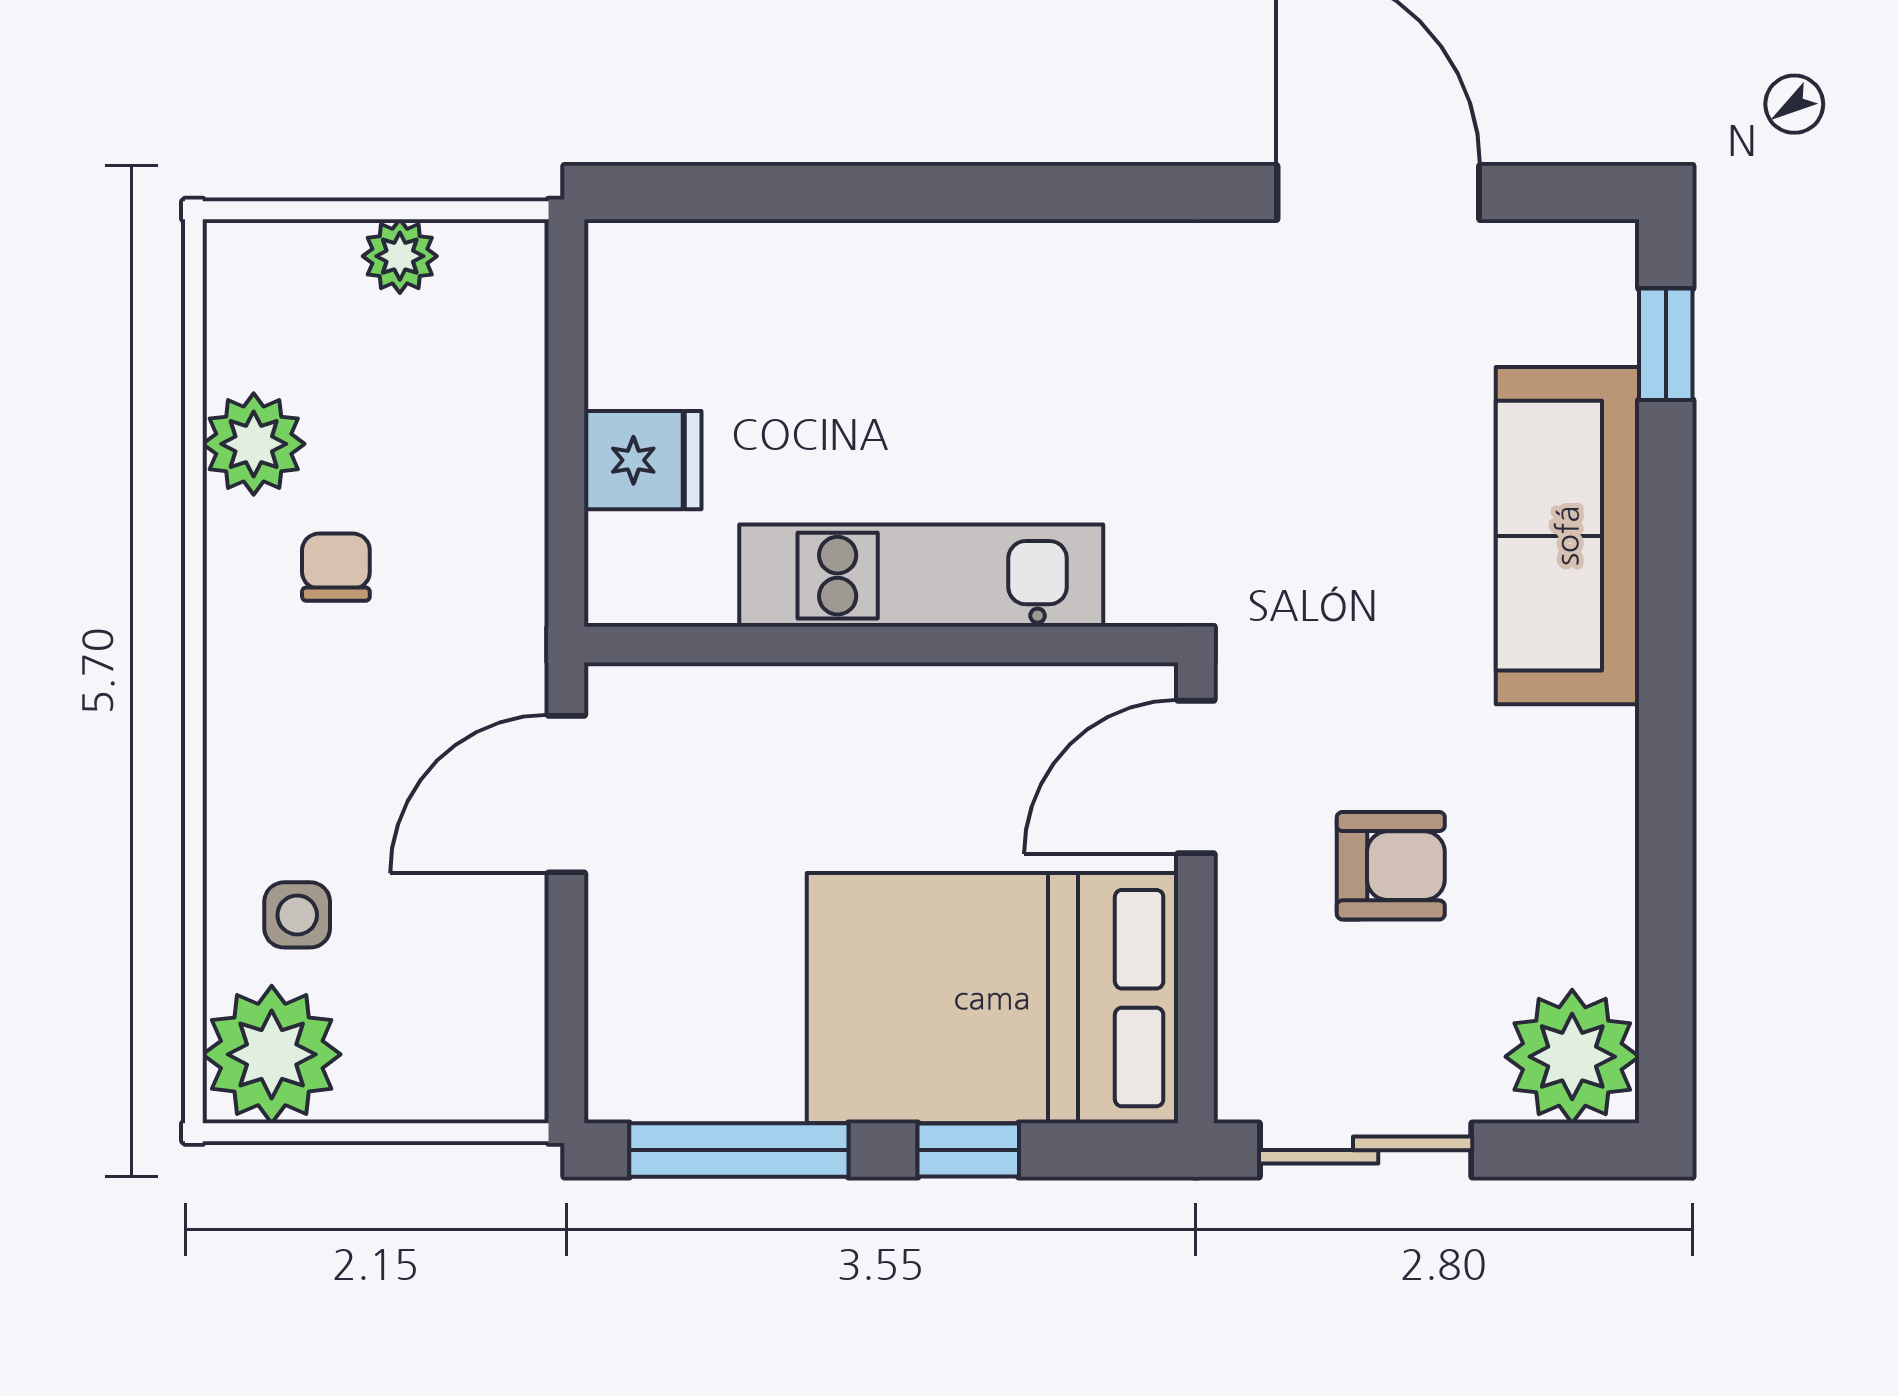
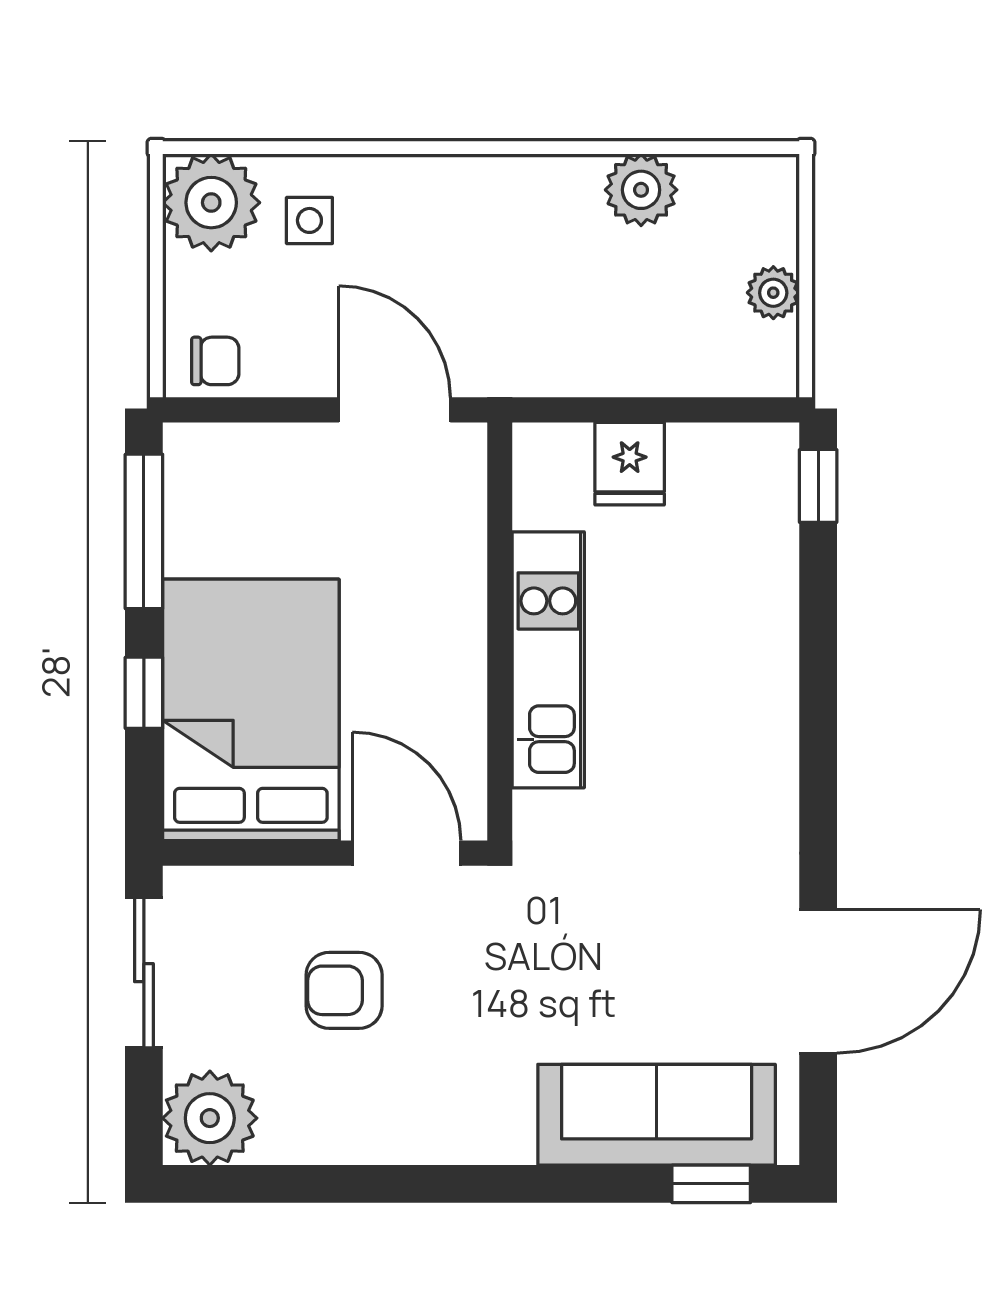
window: (674, 192) -> (818, 486), added
sofa: (1567, 536) -> (657, 1115), moved
chair: (336, 567) -> (215, 361), moved
armchair: (1391, 866) -> (344, 990), turned 90

